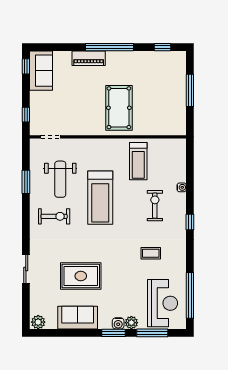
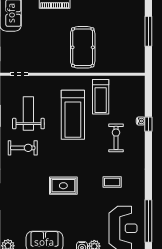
weight bench: (60, 179) -> (28, 113), turned 180
treadmill: (100, 198) -> (73, 115), moved
window: (190, 222) -> (148, 124), moved
rug: (81, 276) -> (63, 186), moved, width x0.73, depth x0.70

